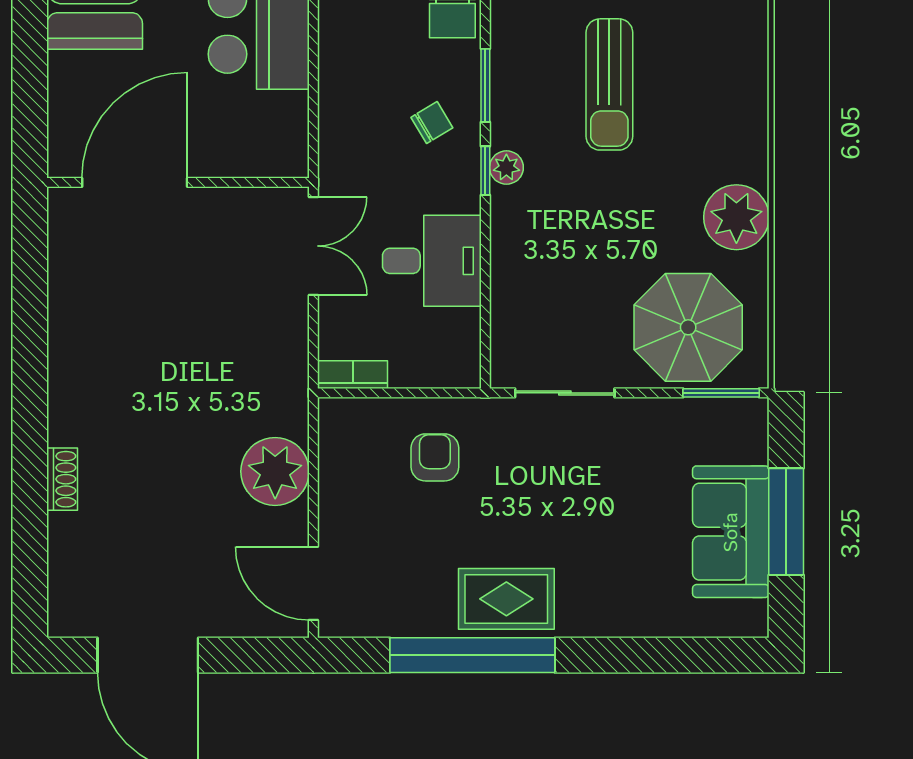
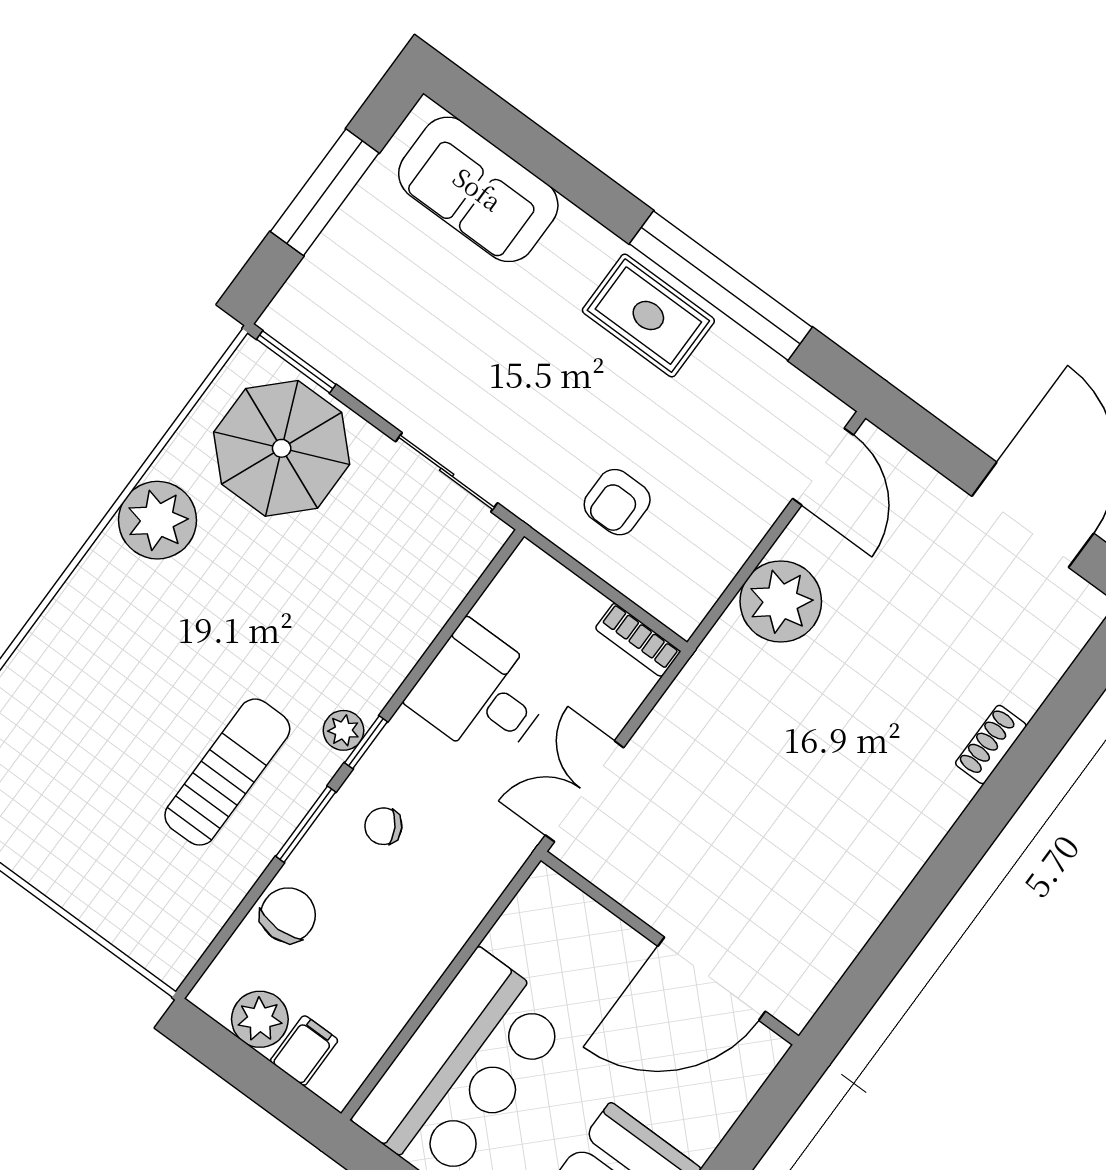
sun lounger: (609, 84) -> (227, 772), moved
sofa: (731, 532) -> (478, 189), moved, turned 90

